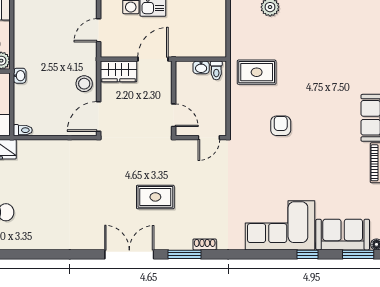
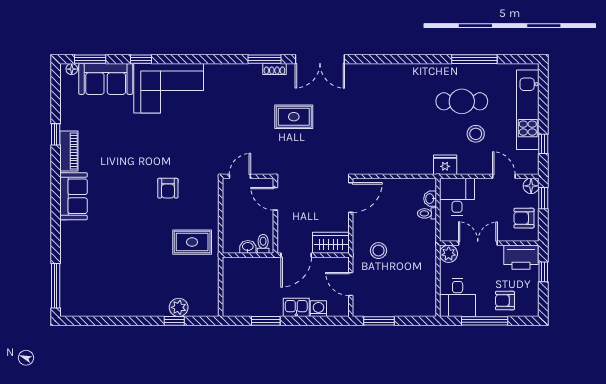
door: (99, 30) -> (351, 284), swing flipped
toilet: (216, 70) -> (263, 244), moved
washbasin: (20, 76) -> (430, 199), moved
stool: (84, 84) -> (378, 251), moved
toilet: (23, 130) -> (427, 213), moved
shoe rack: (205, 244) -> (274, 69), moved

